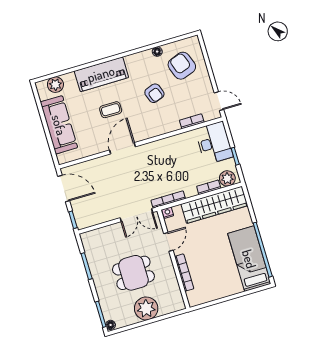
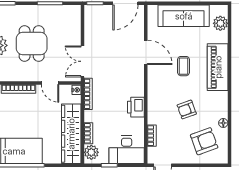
printer: (167, 146) -> (136, 107), added
door: (122, 148) -> (146, 52), moved

